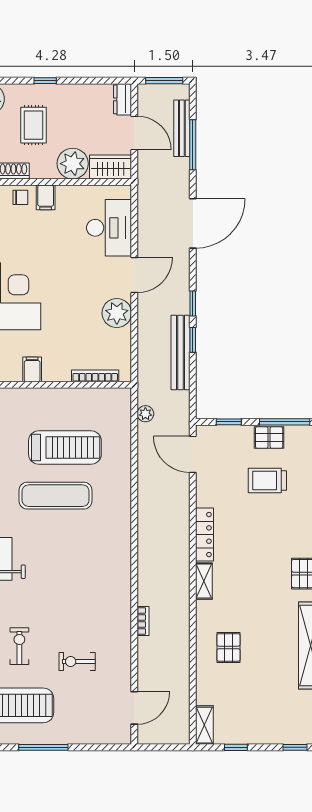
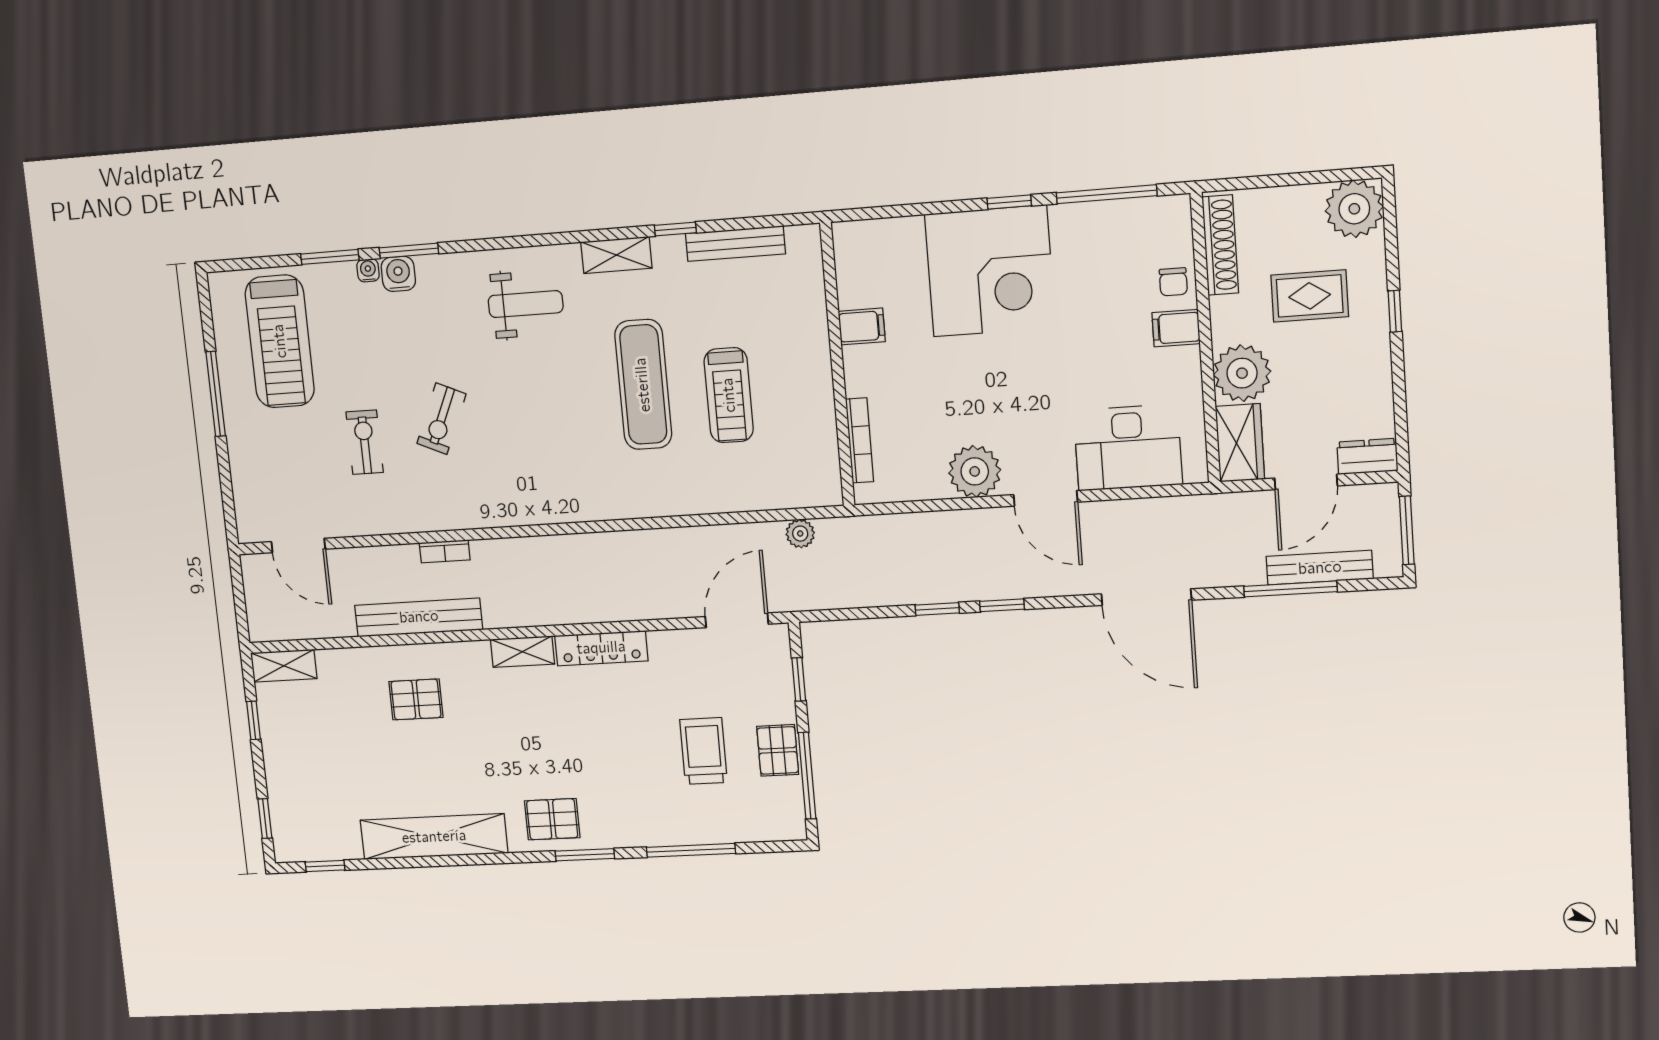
bench: (181, 353) -> (419, 617), moved
treadmill: (65, 448) -> (729, 395), width x0.73, depth x0.73
exercise bike: (19, 646) -> (441, 419), moved, turned 114

